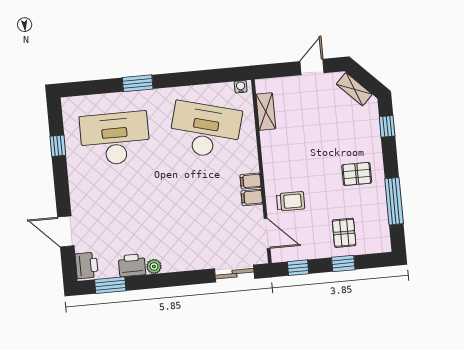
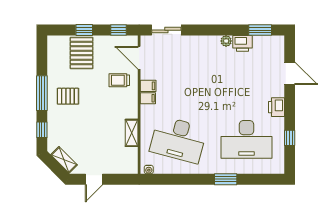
shelving: (266, 112) -> (132, 133), moved
window: (394, 201) -> (42, 93), moved
pallet: (344, 233) -> (82, 53), width x1.50, depth x1.42
printer: (87, 266) -> (276, 107), moved

